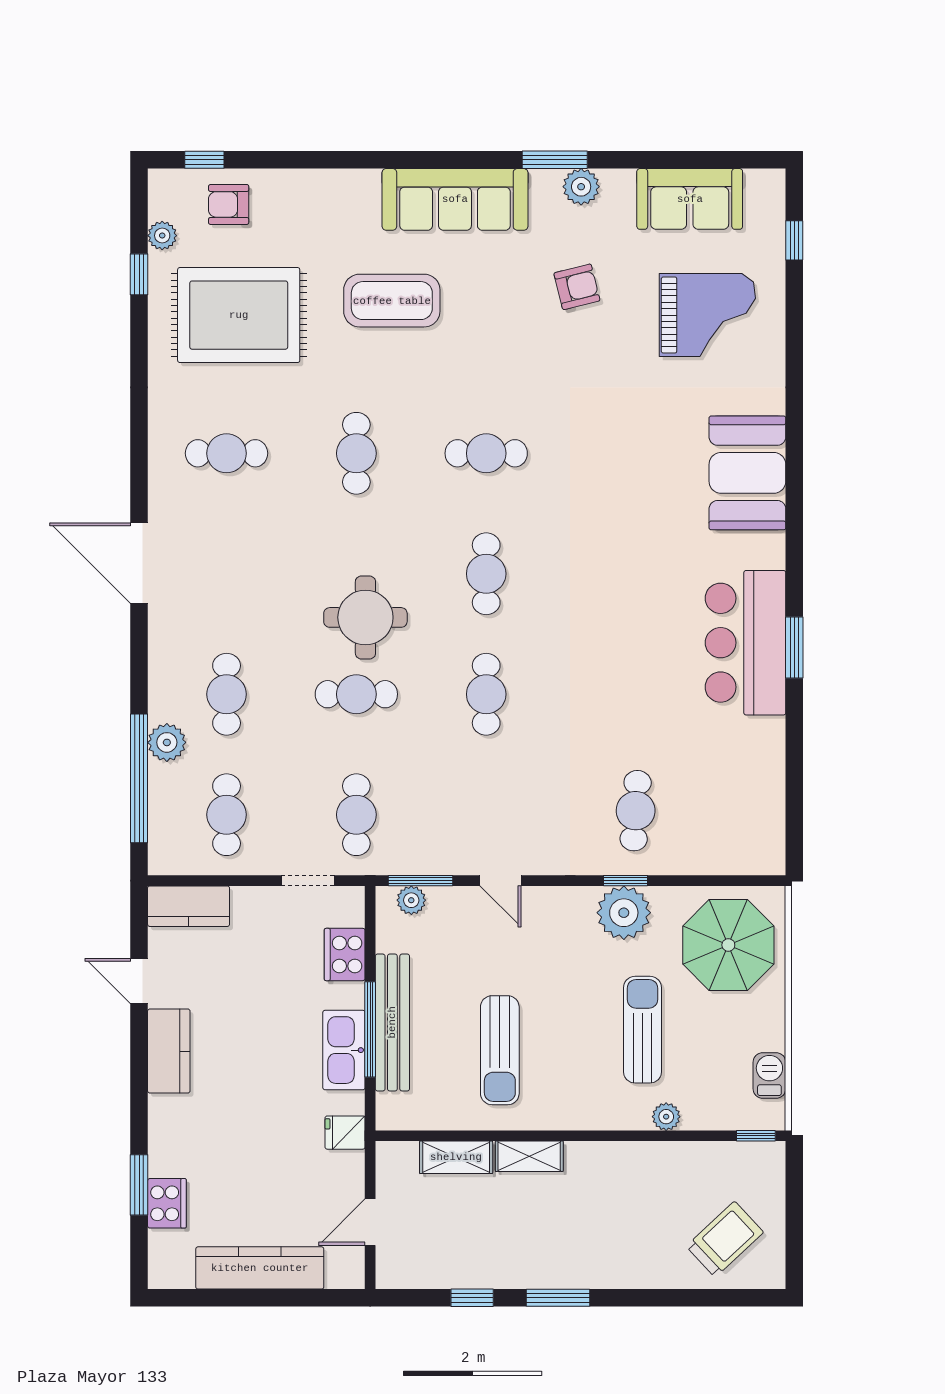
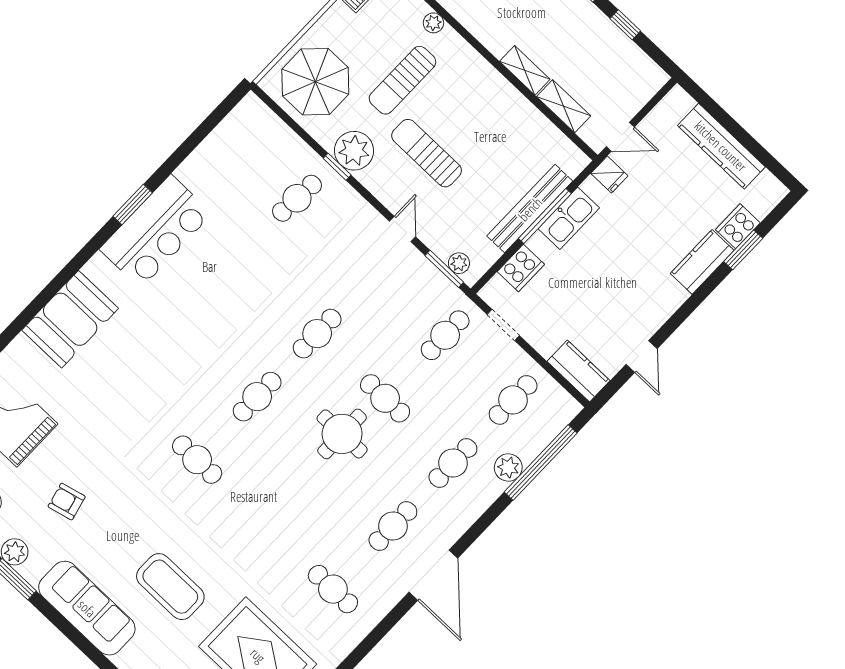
cafe table: (356, 453) -> (393, 526), moved
sun lounger: (500, 1050) -> (427, 153), moved, turned -90
kitchen counter: (169, 1051) -> (702, 262), moved
door: (370, 1222) -> (620, 137), moved

